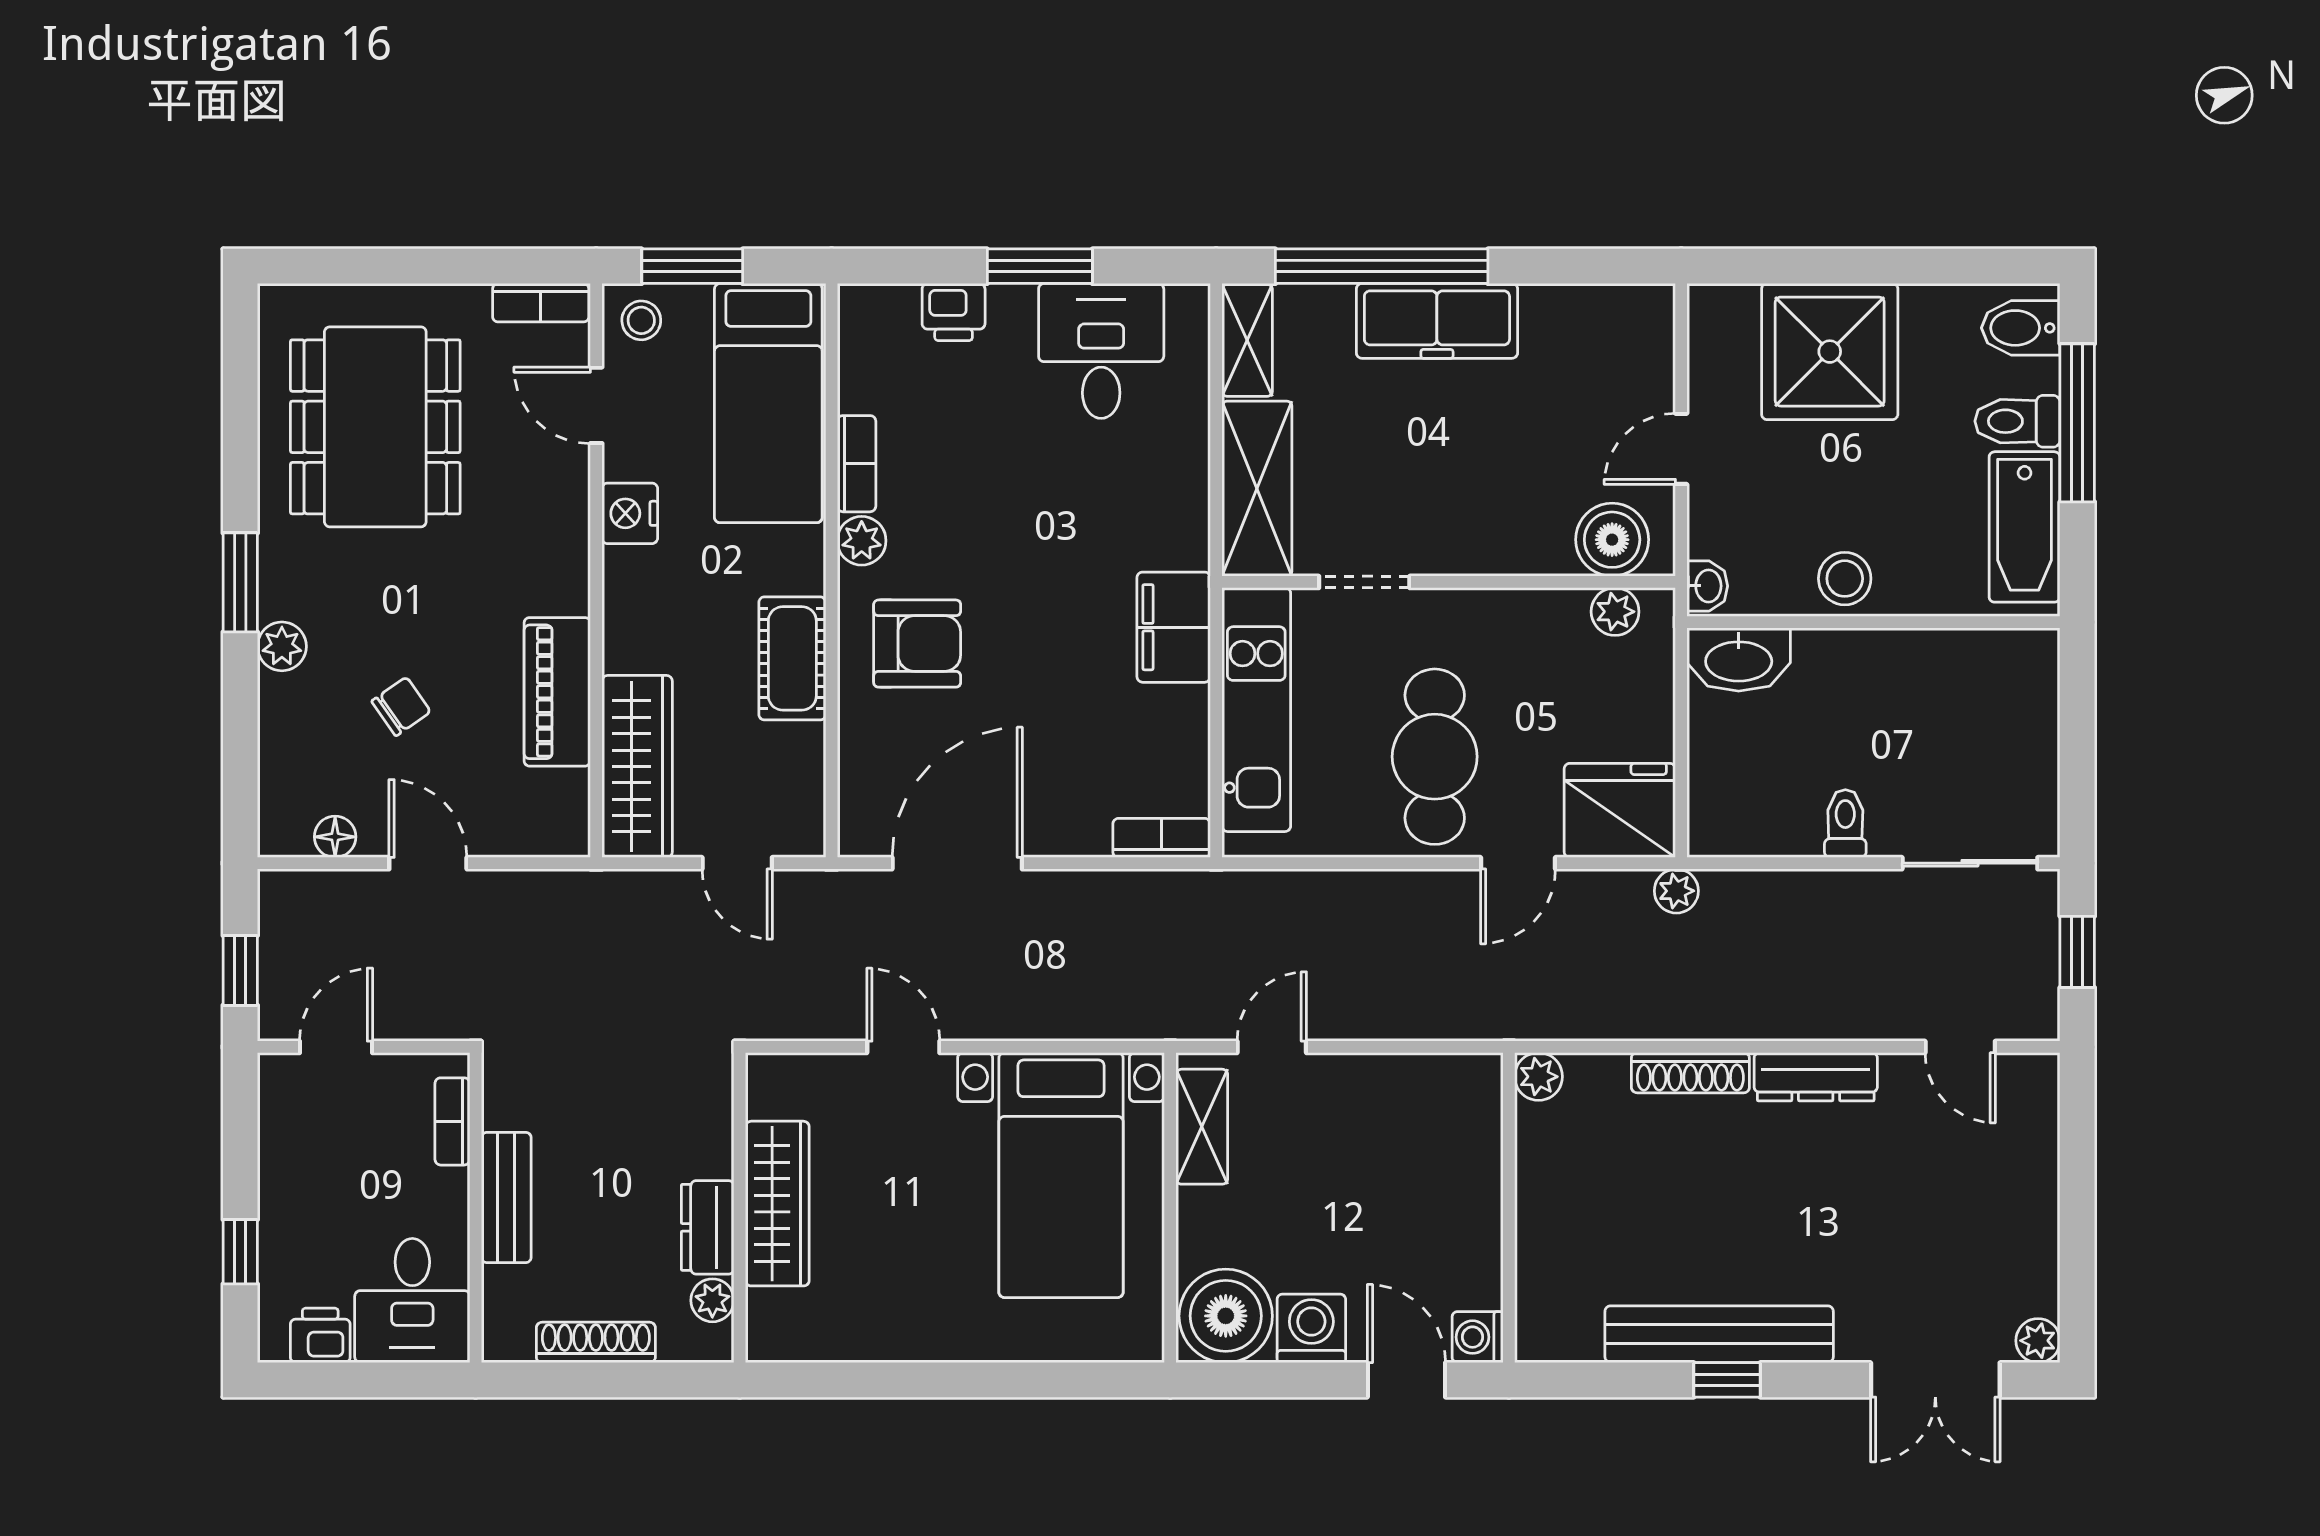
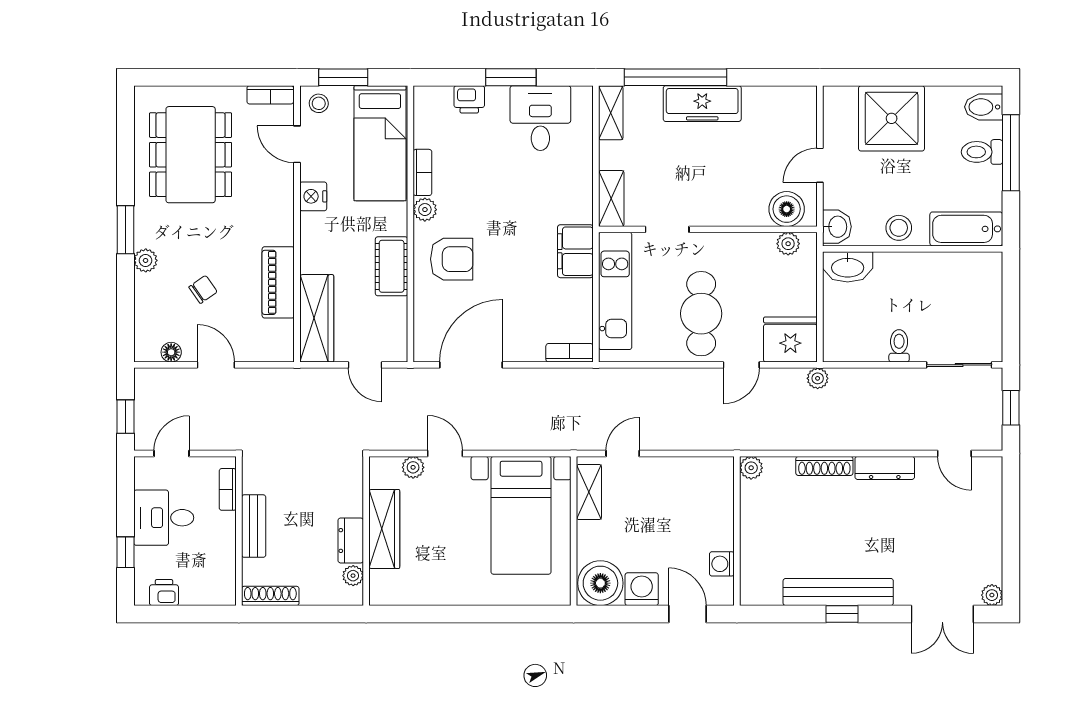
shelving: (1257, 489) -> (611, 198), width x0.67, depth x0.75
bathtub: (2025, 527) -> (966, 229), moved, turned 90
washbasin: (1707, 586) -> (837, 227), width x1.38, depth x1.45
plant: (837, 1076) -> (413, 467), added
desk: (412, 1301) -> (164, 518), moved, turned 90
washing machine: (1478, 1337) -> (722, 564), moved
shoe rack: (596, 1342) -> (270, 596), moved

